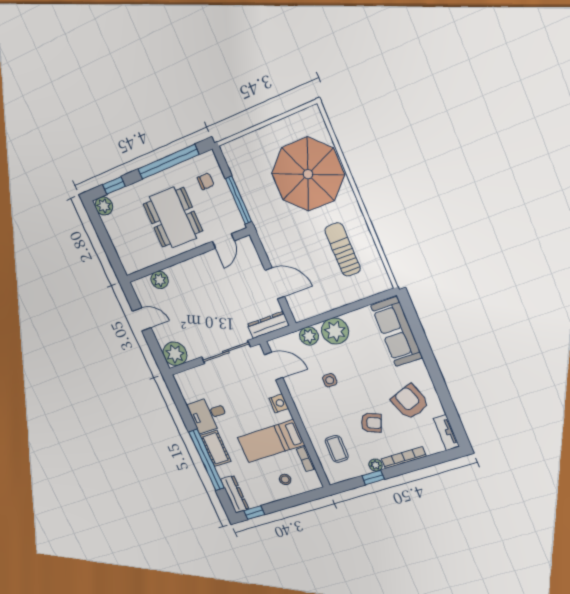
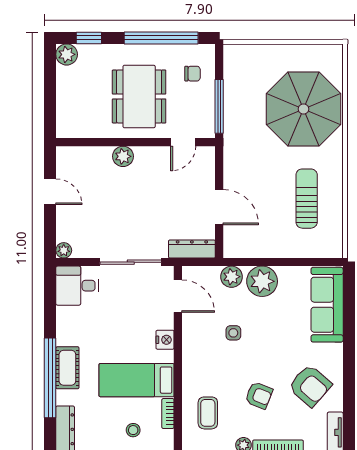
plant: (160, 280) -> (123, 156), moved
plant: (175, 354) -> (64, 250), width x0.53, depth x0.53
armchair: (410, 402) -> (310, 386), turned 151
desk: (208, 414) -> (77, 286), moved

